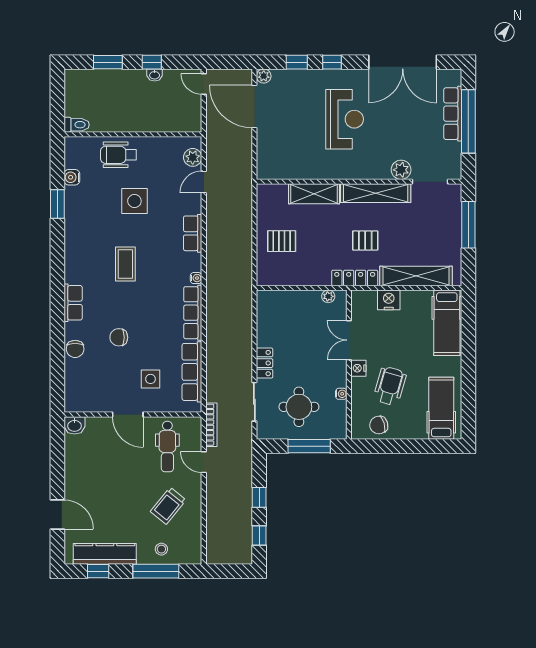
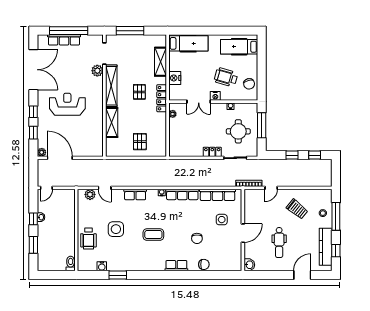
door: (254, 107) -> (60, 158), swing flipped
shelving: (416, 276) -> (161, 62), width x0.68
dental chair: (167, 446) -> (279, 243), moved, turned 90

